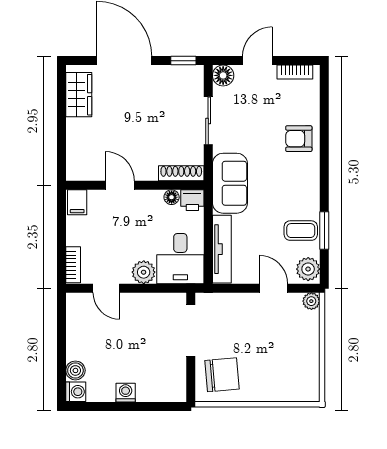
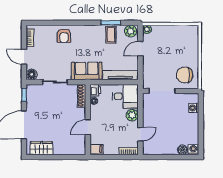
chair: (222, 375) -> (185, 75), turned -85
washing machine: (126, 393) -> (194, 108), moved

